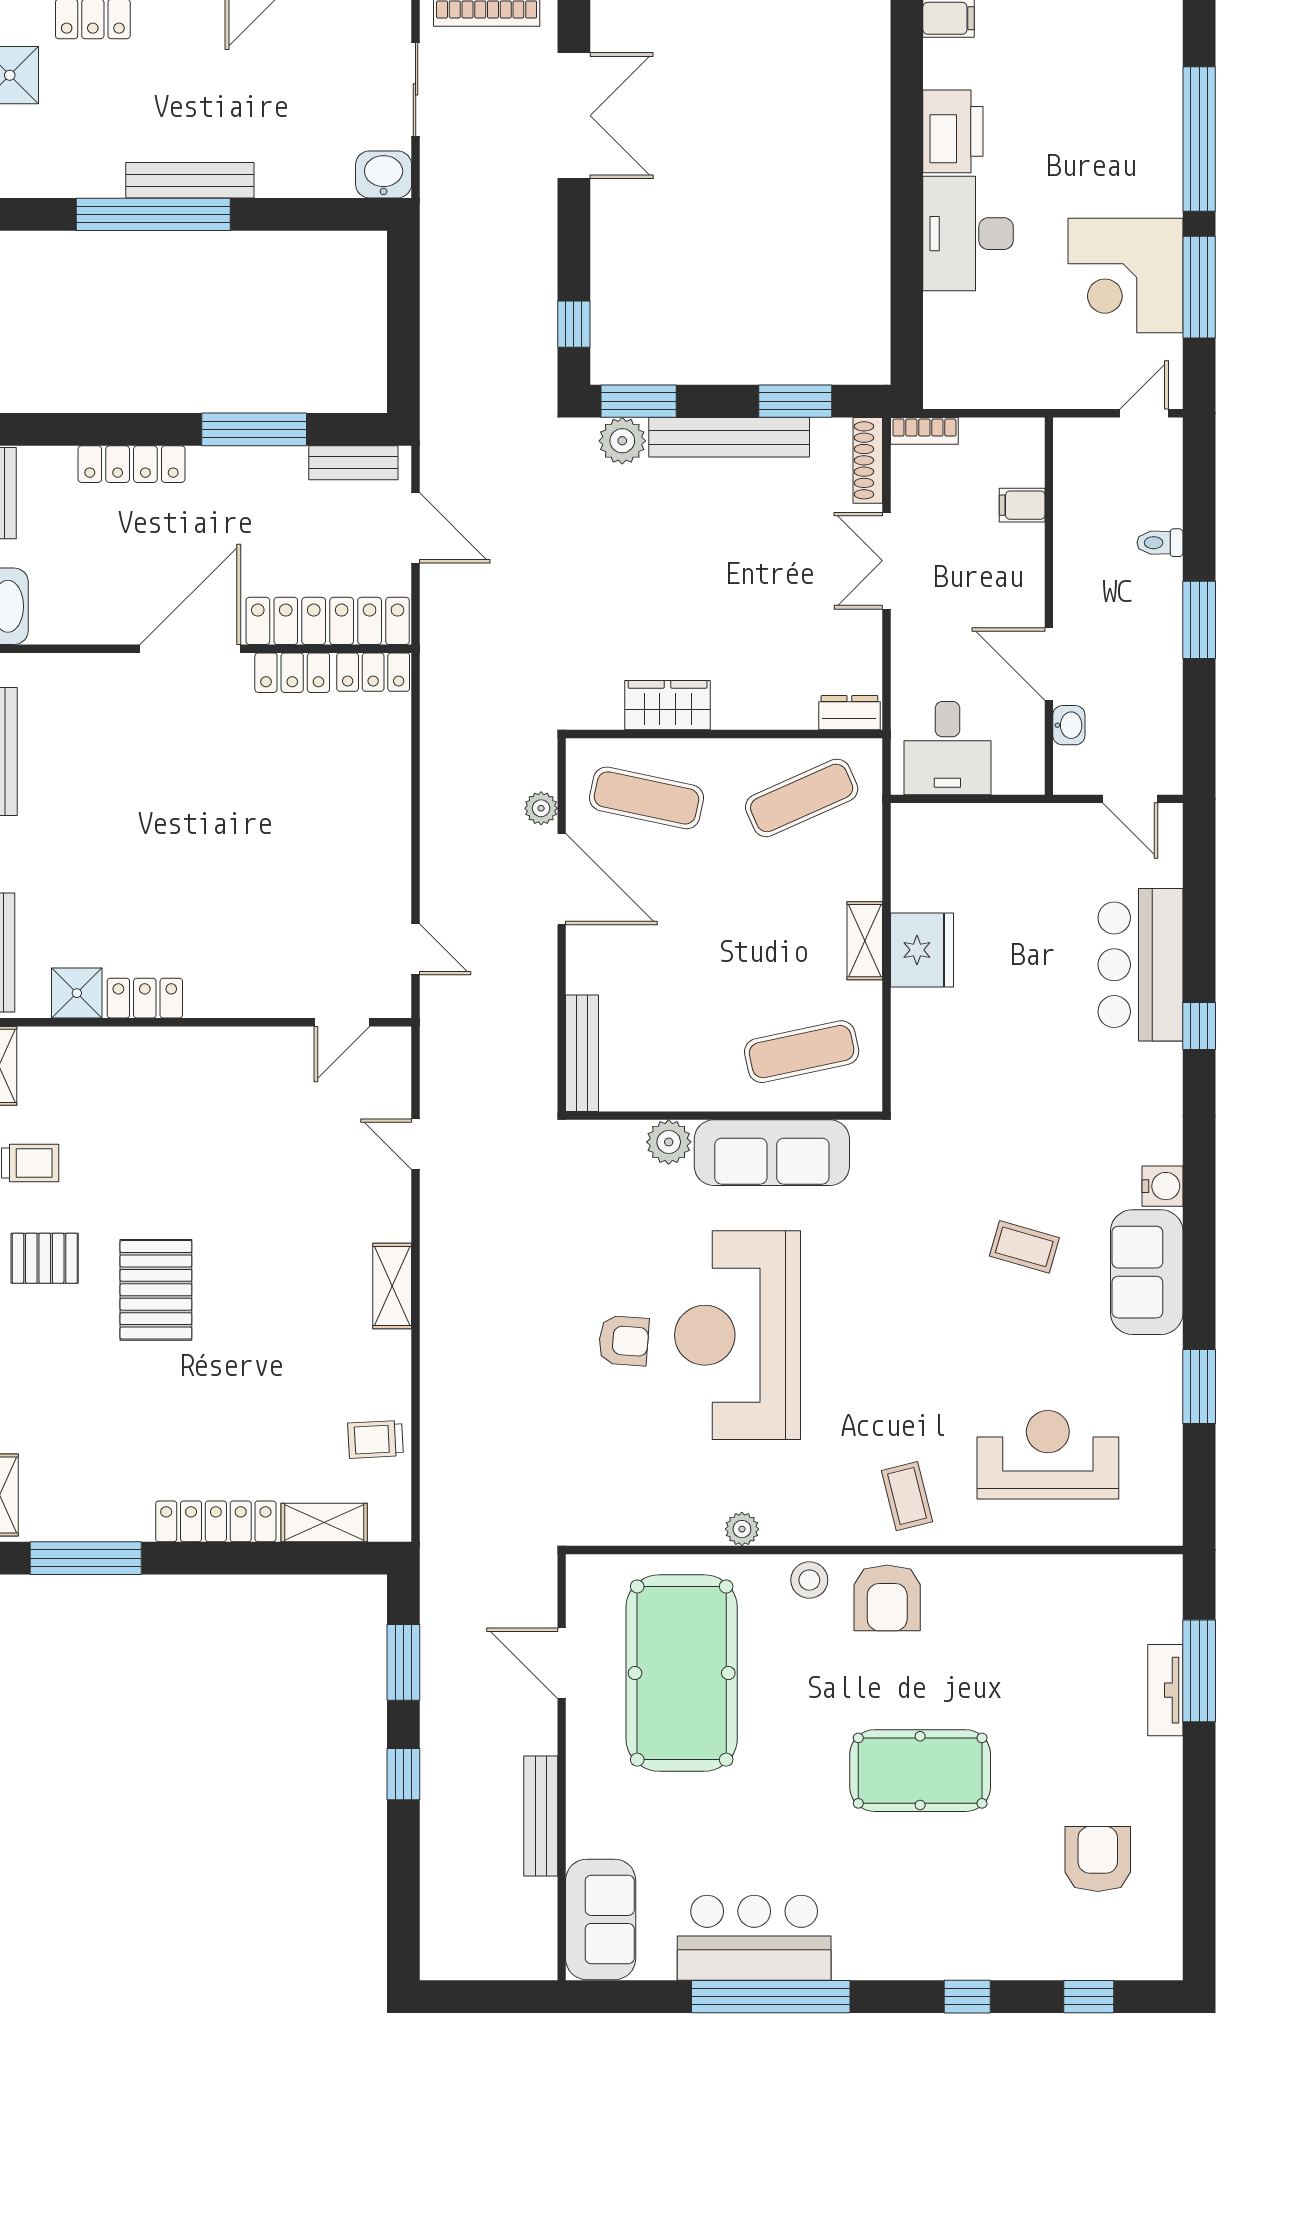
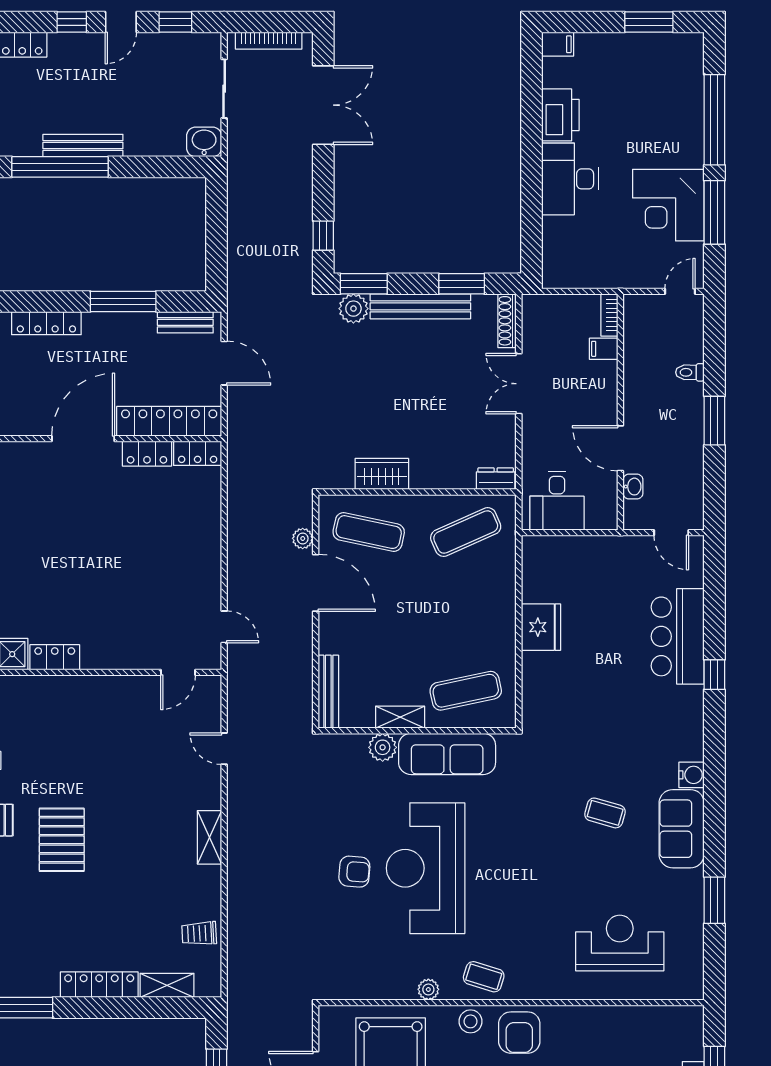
bookcase: (924, 431) -> (609, 315), moved, turned 90
shelving: (865, 941) -> (400, 717), moved, turned 90
coffee table: (907, 1496) -> (484, 977), moved, turned -59

